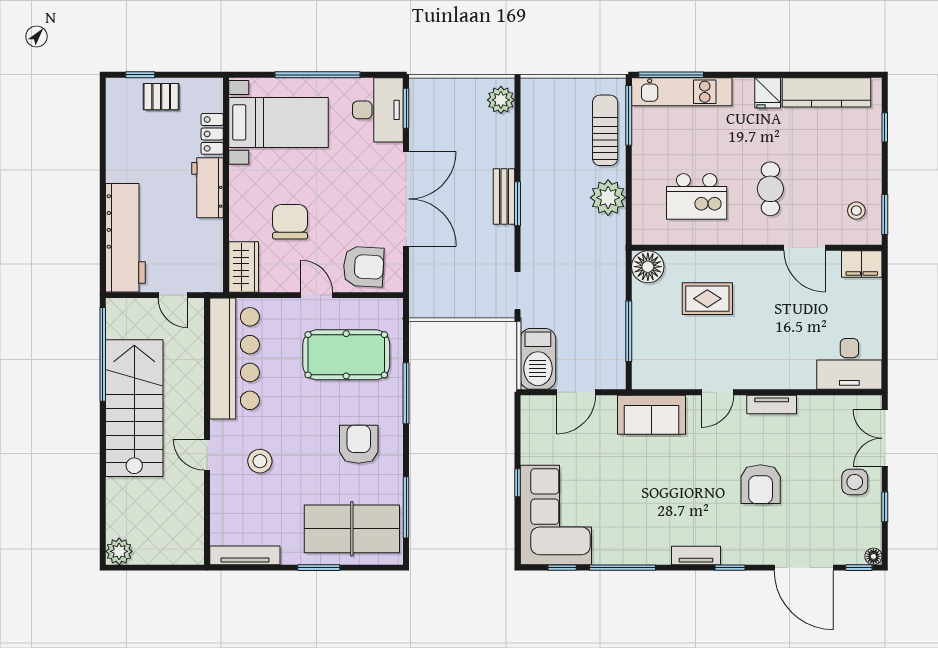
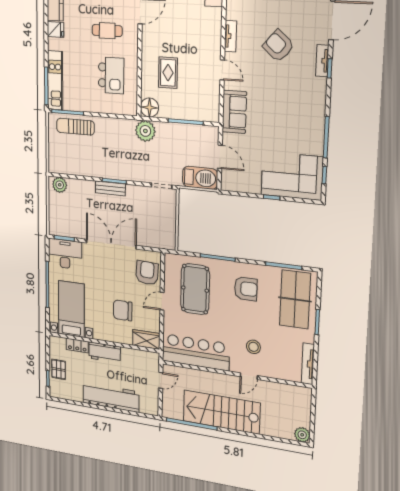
plant: (608, 198) -> (145, 131), moved
workbench: (125, 238) -> (111, 397), moved
armchair: (359, 444) -> (246, 289), turned 180
armchair: (761, 484) -> (278, 46), turned -139
tv unit: (696, 555) -> (322, 61), moved

